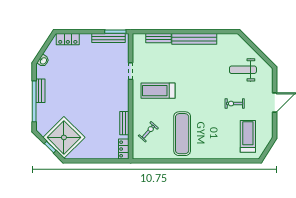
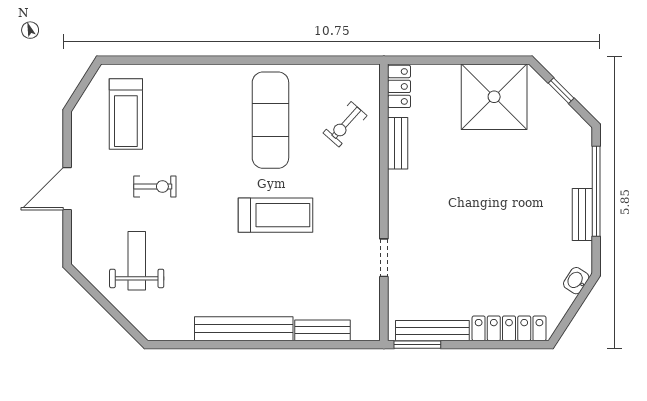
locker: (68, 39) -> (509, 328), width x1.53
weight bench: (243, 70) -> (137, 261), turned -90
treadmill: (158, 91) -> (275, 215), moved
shower: (64, 137) -> (494, 97), moved, turned 45

